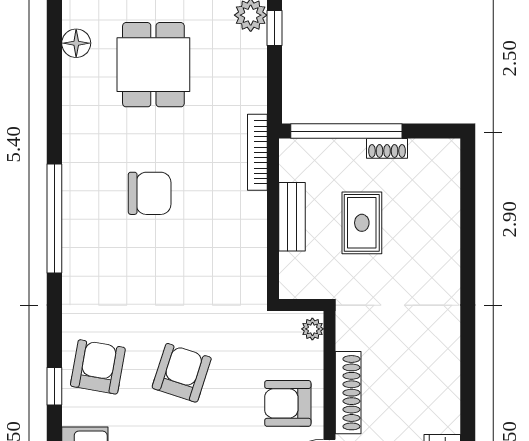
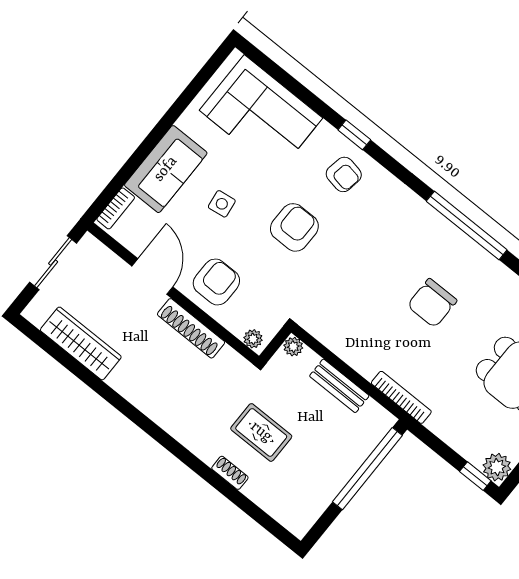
shoe rack: (387, 148) -> (230, 473), moved, turned 90
rug: (362, 223) -> (261, 432), moved
plant: (290, 287) -> (293, 347), added
armchair: (98, 367) -> (344, 174), width x0.72, depth x0.72
armchair: (182, 373) -> (294, 227), turned -108

